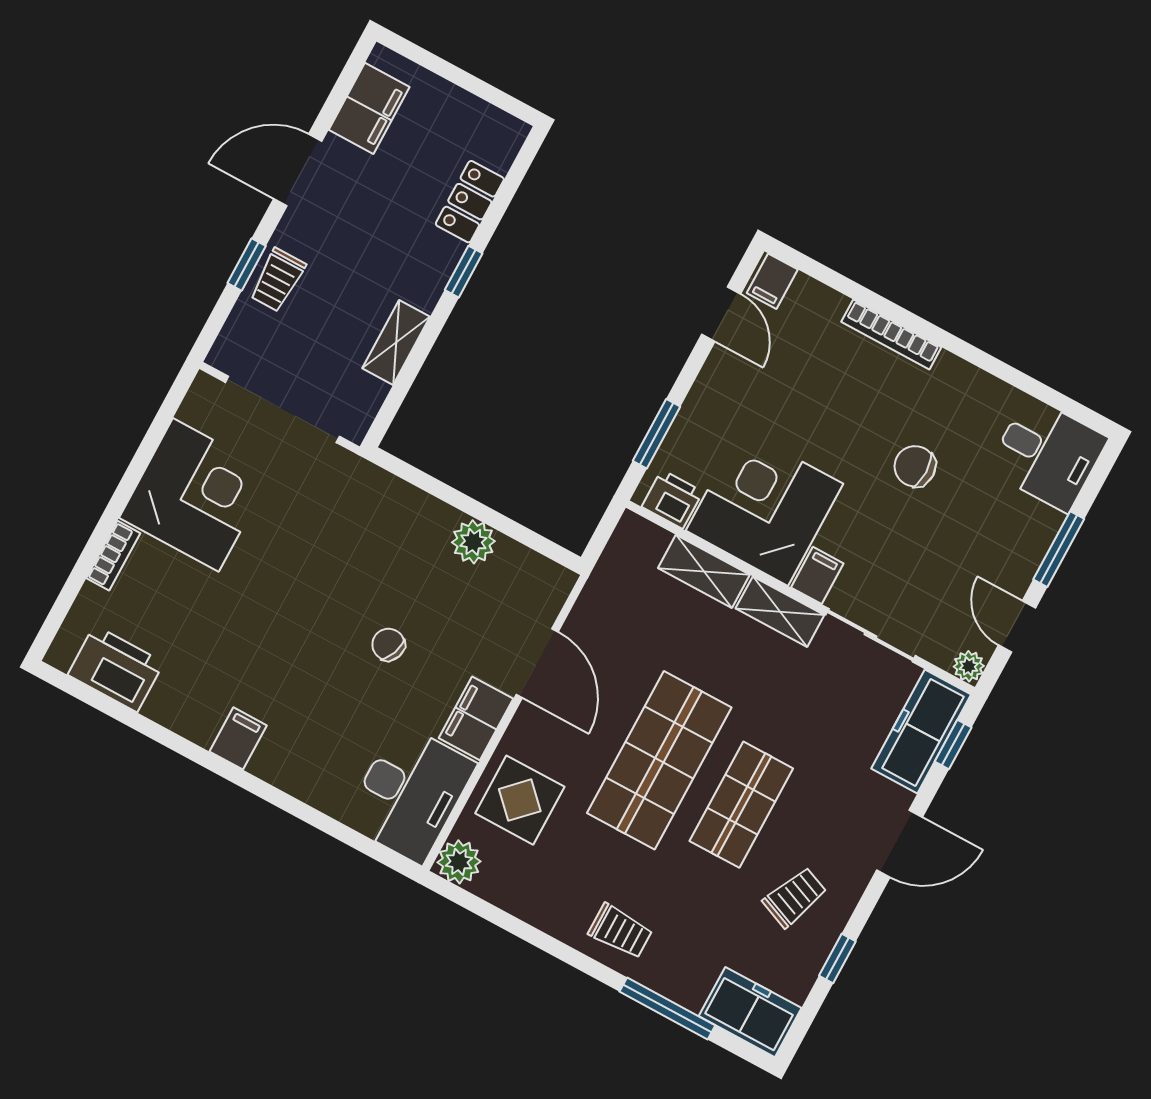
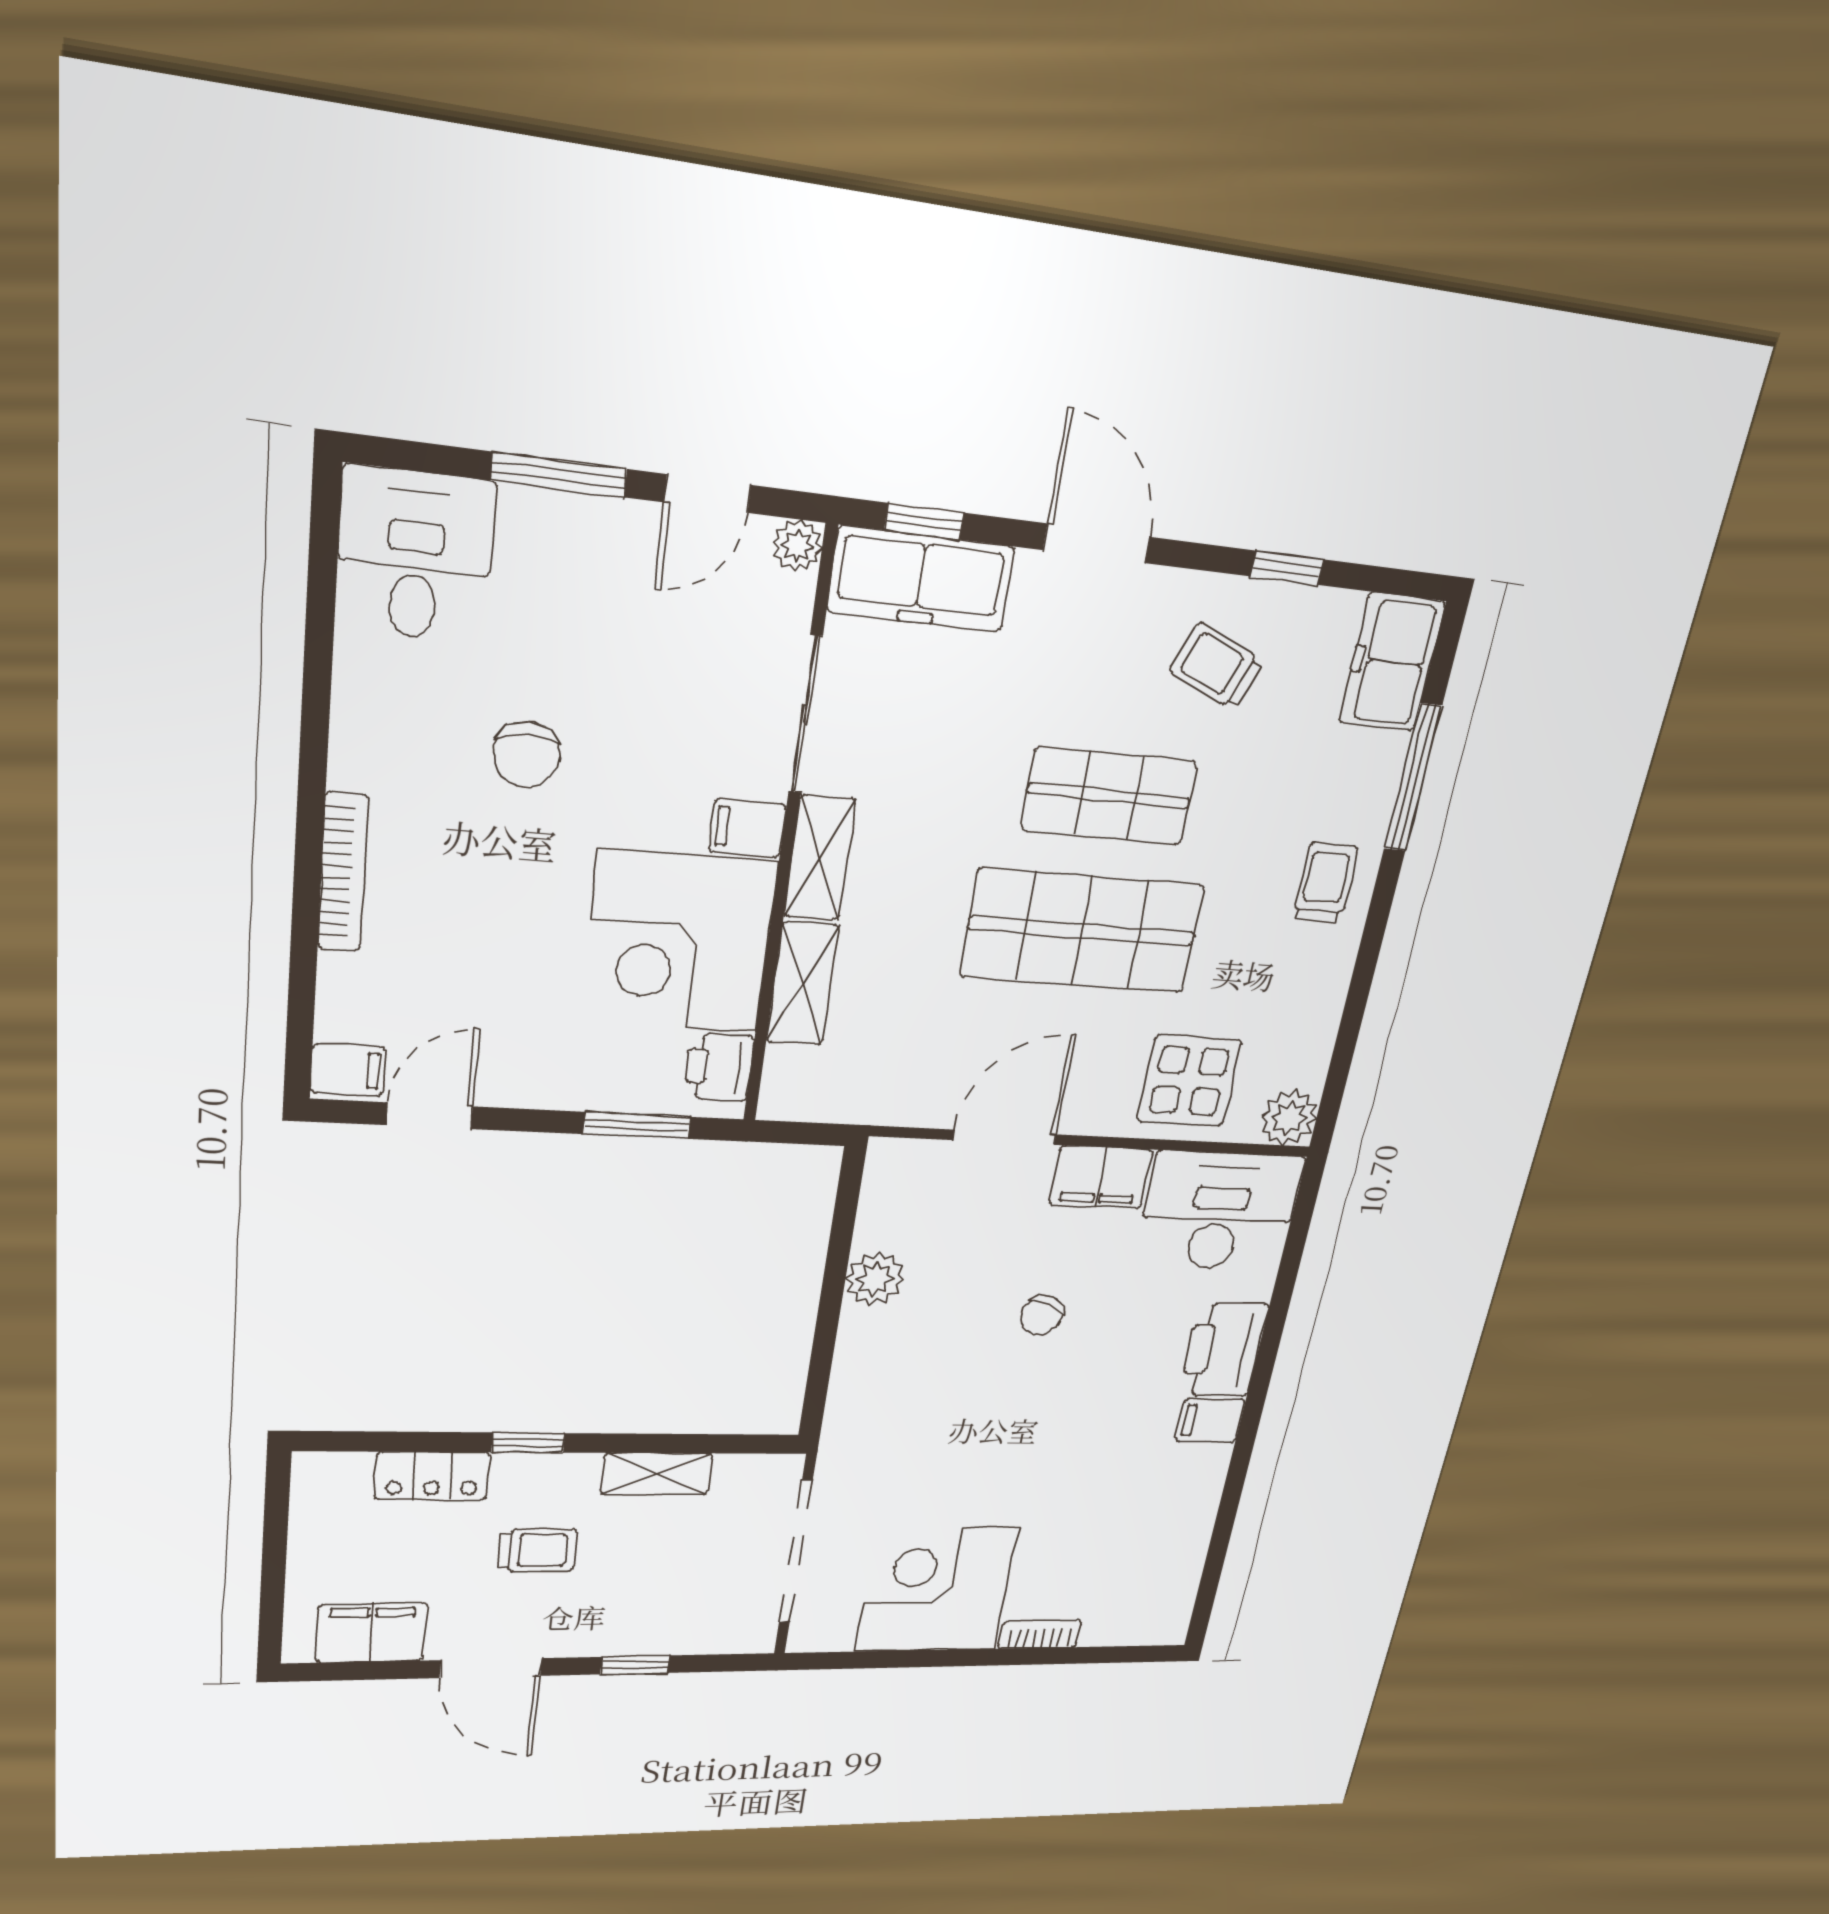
trolley: (278, 280) -> (537, 1550), moved
printer: (116, 669) -> (1224, 1350), moved

